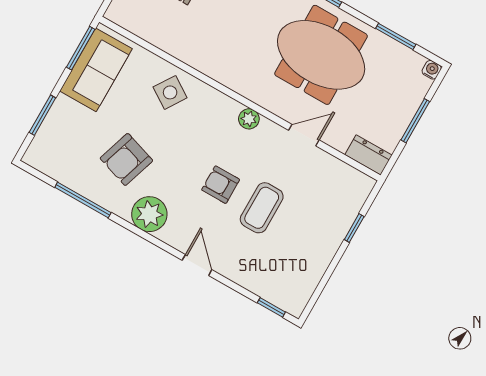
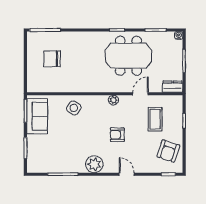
armchair: (126, 159) -> (168, 151), moved
coffee table: (262, 208) -> (155, 119), moved

